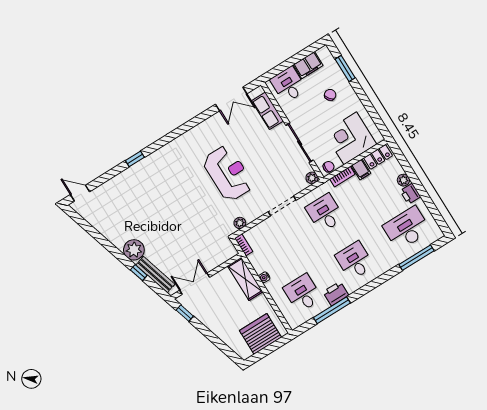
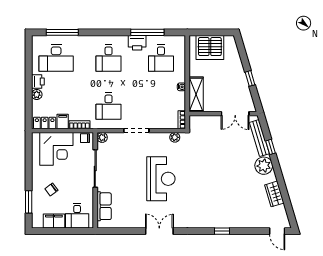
double door: (231, 99) -> (159, 231), moved
reception desk: (228, 173) -> (161, 179), turned 180
wardrobe: (106, 228) -> (274, 194), added
window: (185, 313) -> (250, 78), moved

